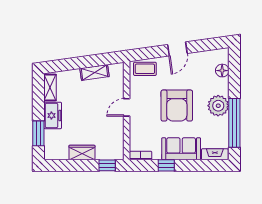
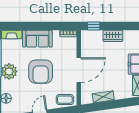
armchair: (177, 106) -> (41, 72), turned 180
door: (127, 107) -> (79, 70), width x1.88
window: (166, 165) -> (49, 26), removed

